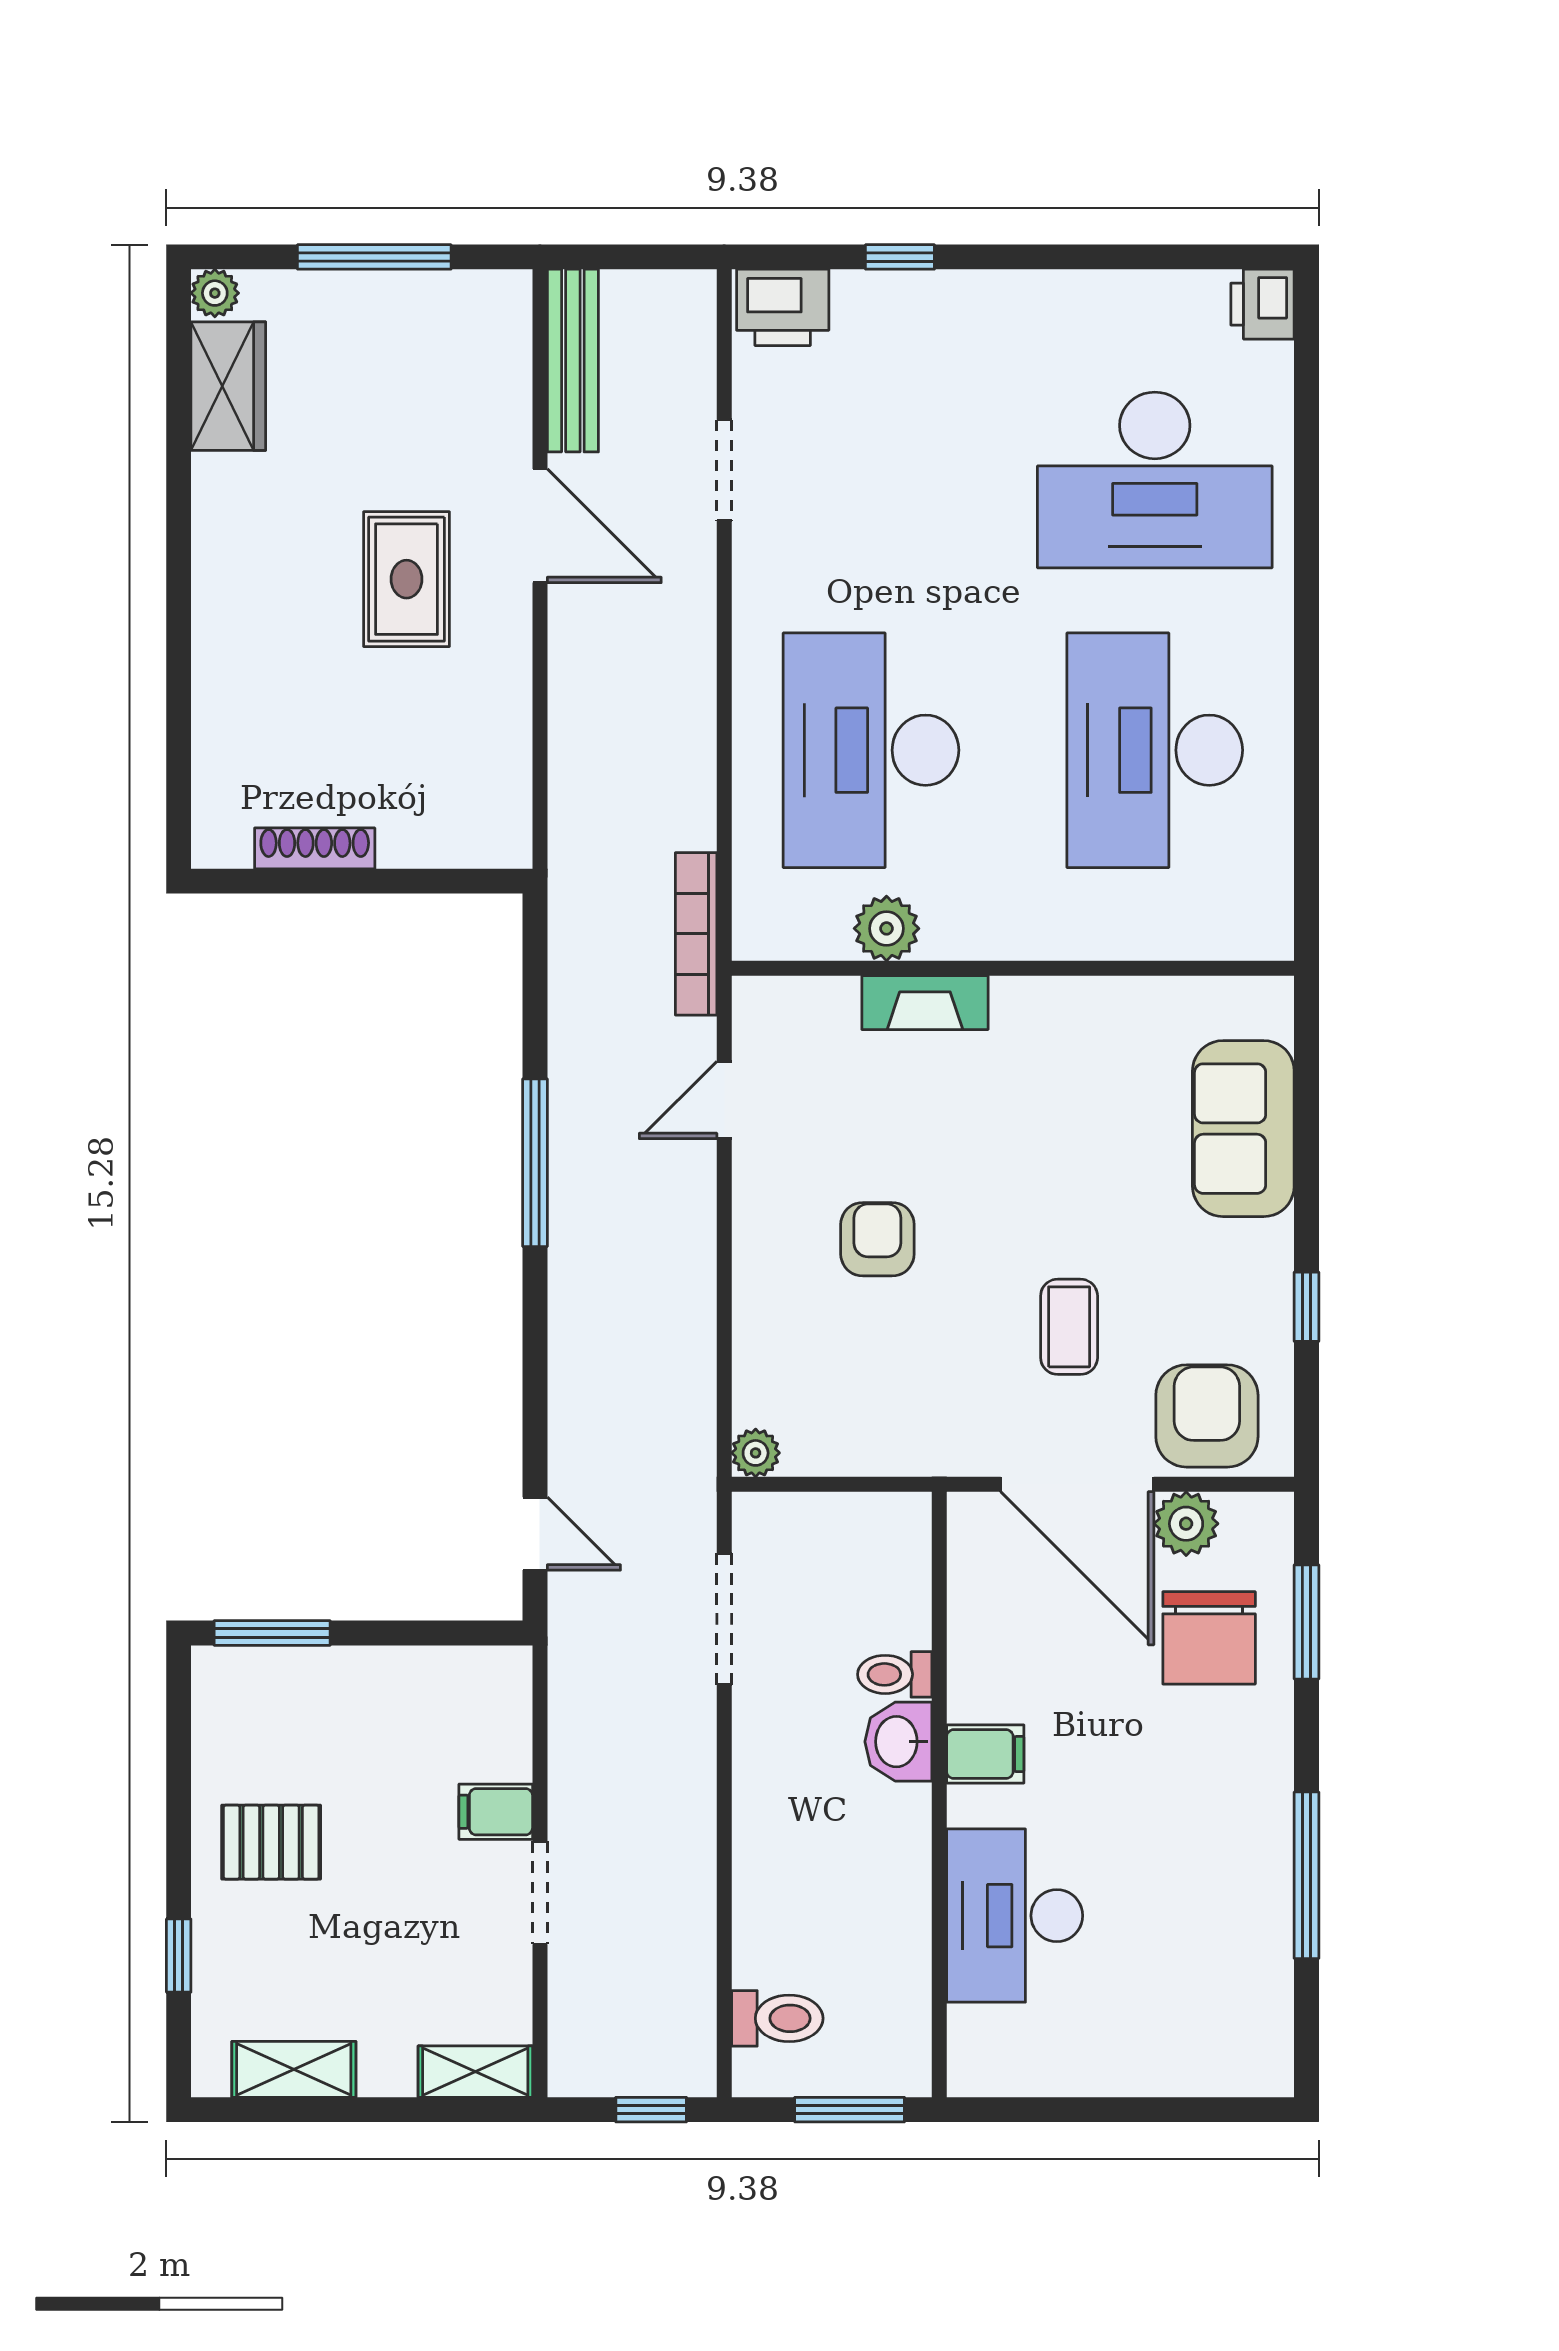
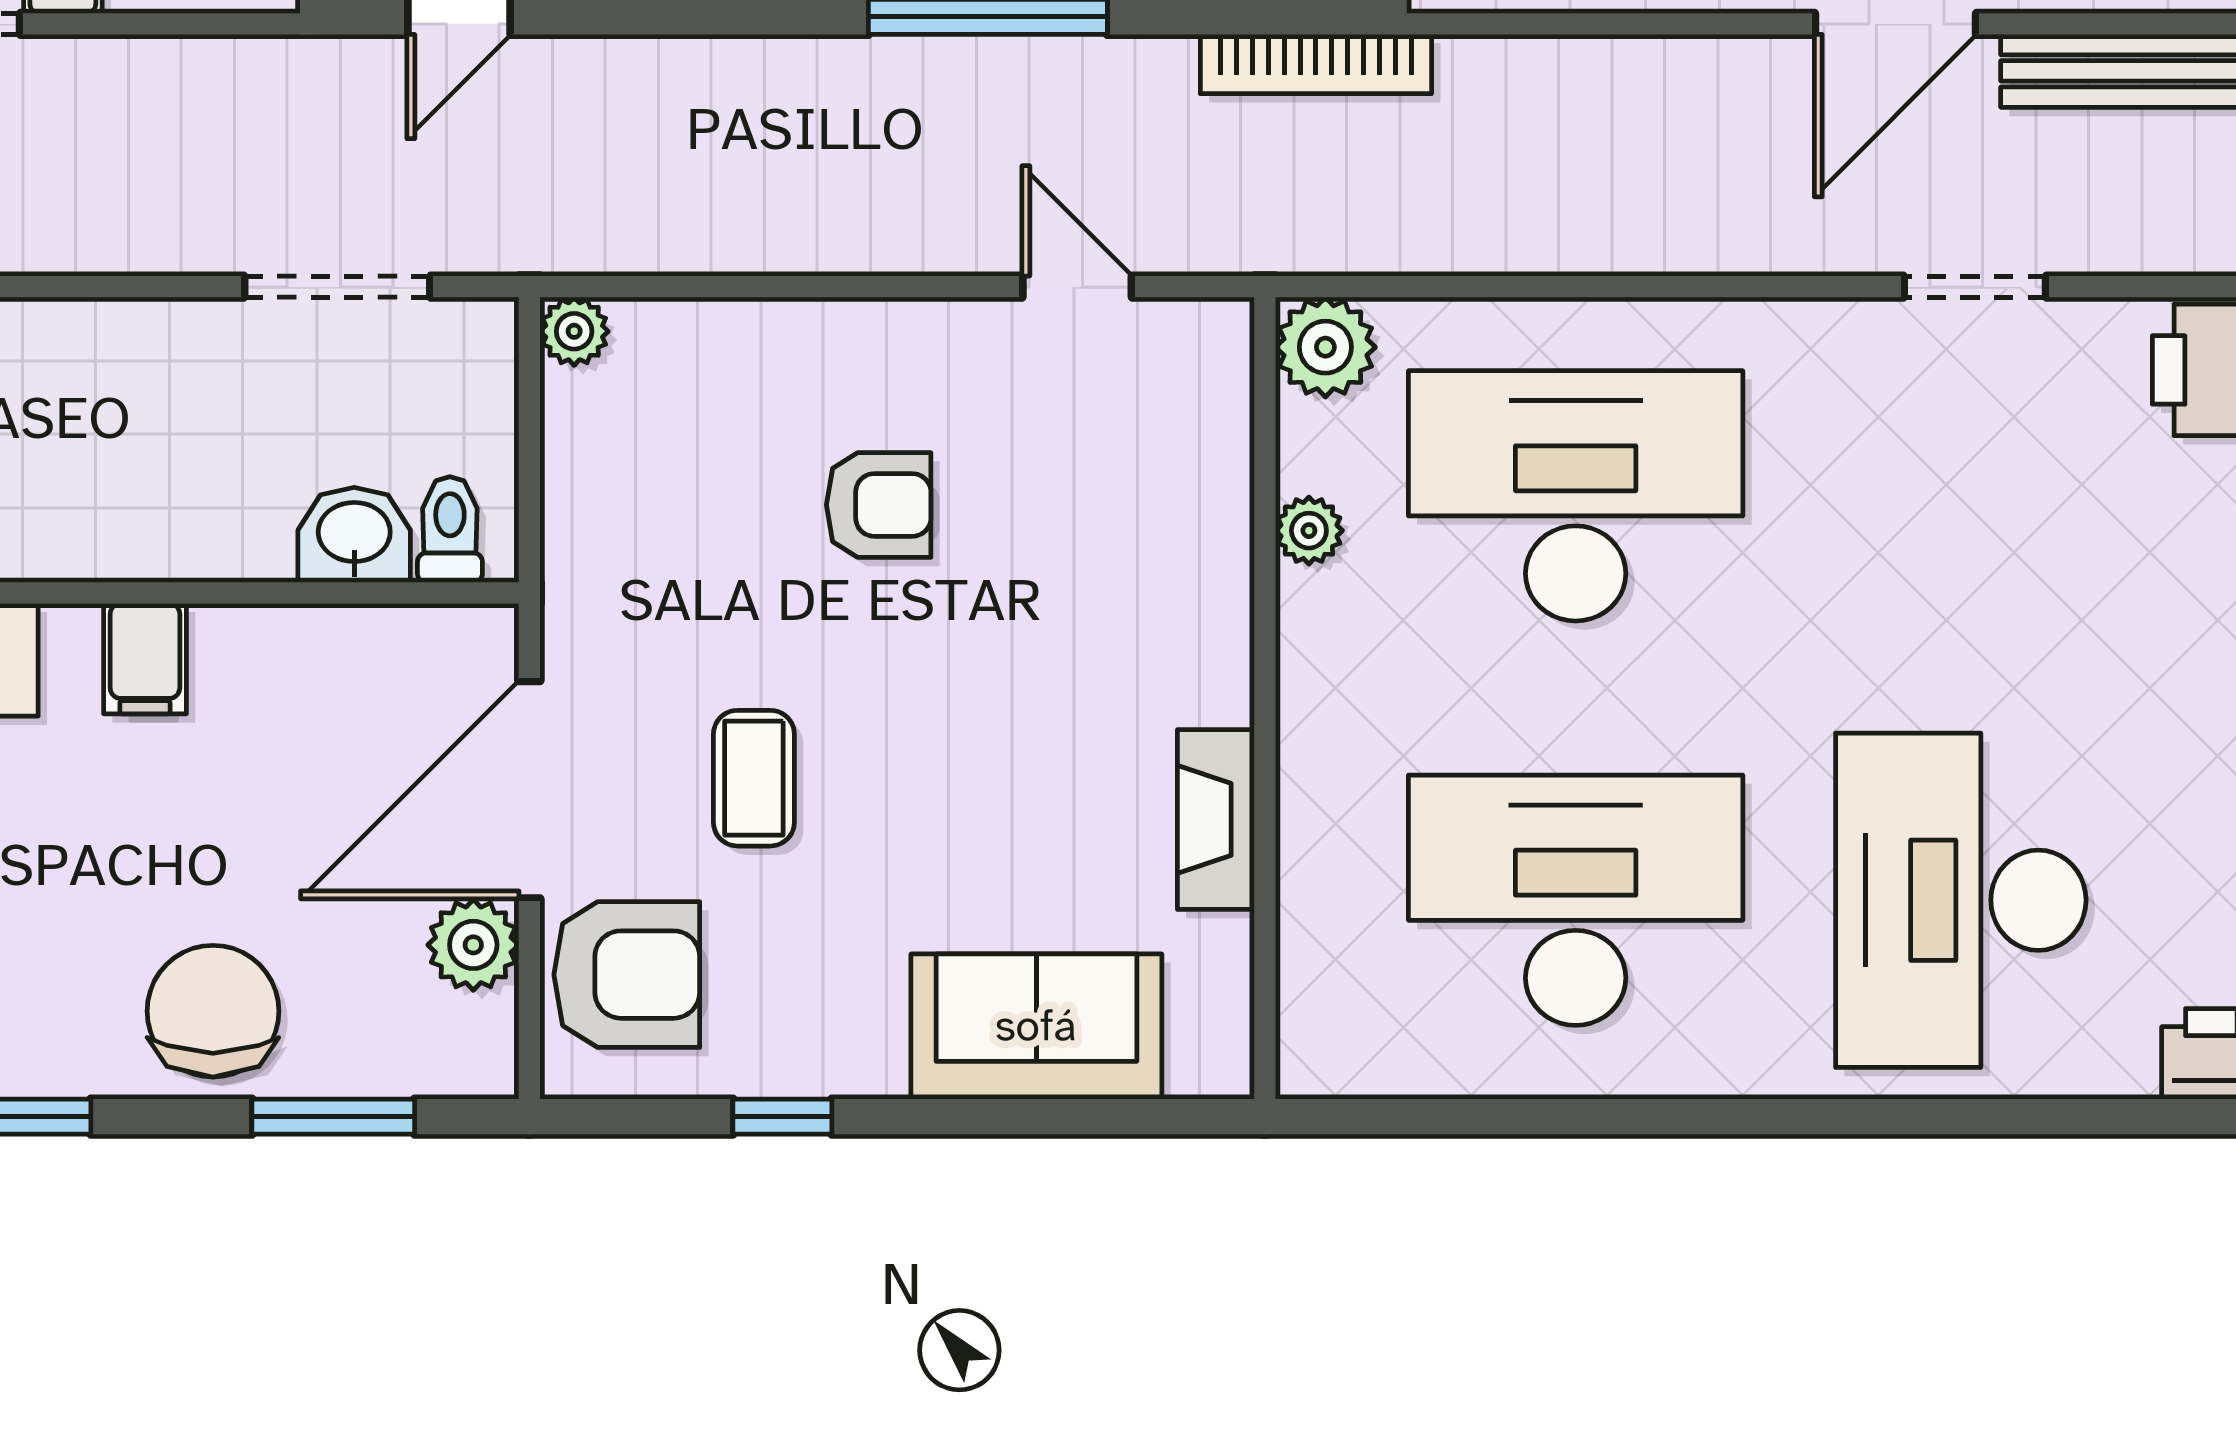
plant: (767, 926) -> (1325, 347), added
plant: (887, 928) -> (1309, 531), width x0.73, depth x0.73
bookcase: (696, 934) -> (1316, 64), moved, turned 180
fireplace: (925, 1003) -> (1216, 819), moved
coffee table: (1069, 1327) -> (754, 778), turned 90
chair: (1209, 1638) -> (213, 1011), moved, turned 90
toilet: (895, 1674) -> (450, 530), moved
washbasin: (898, 1742) -> (354, 535), moved

